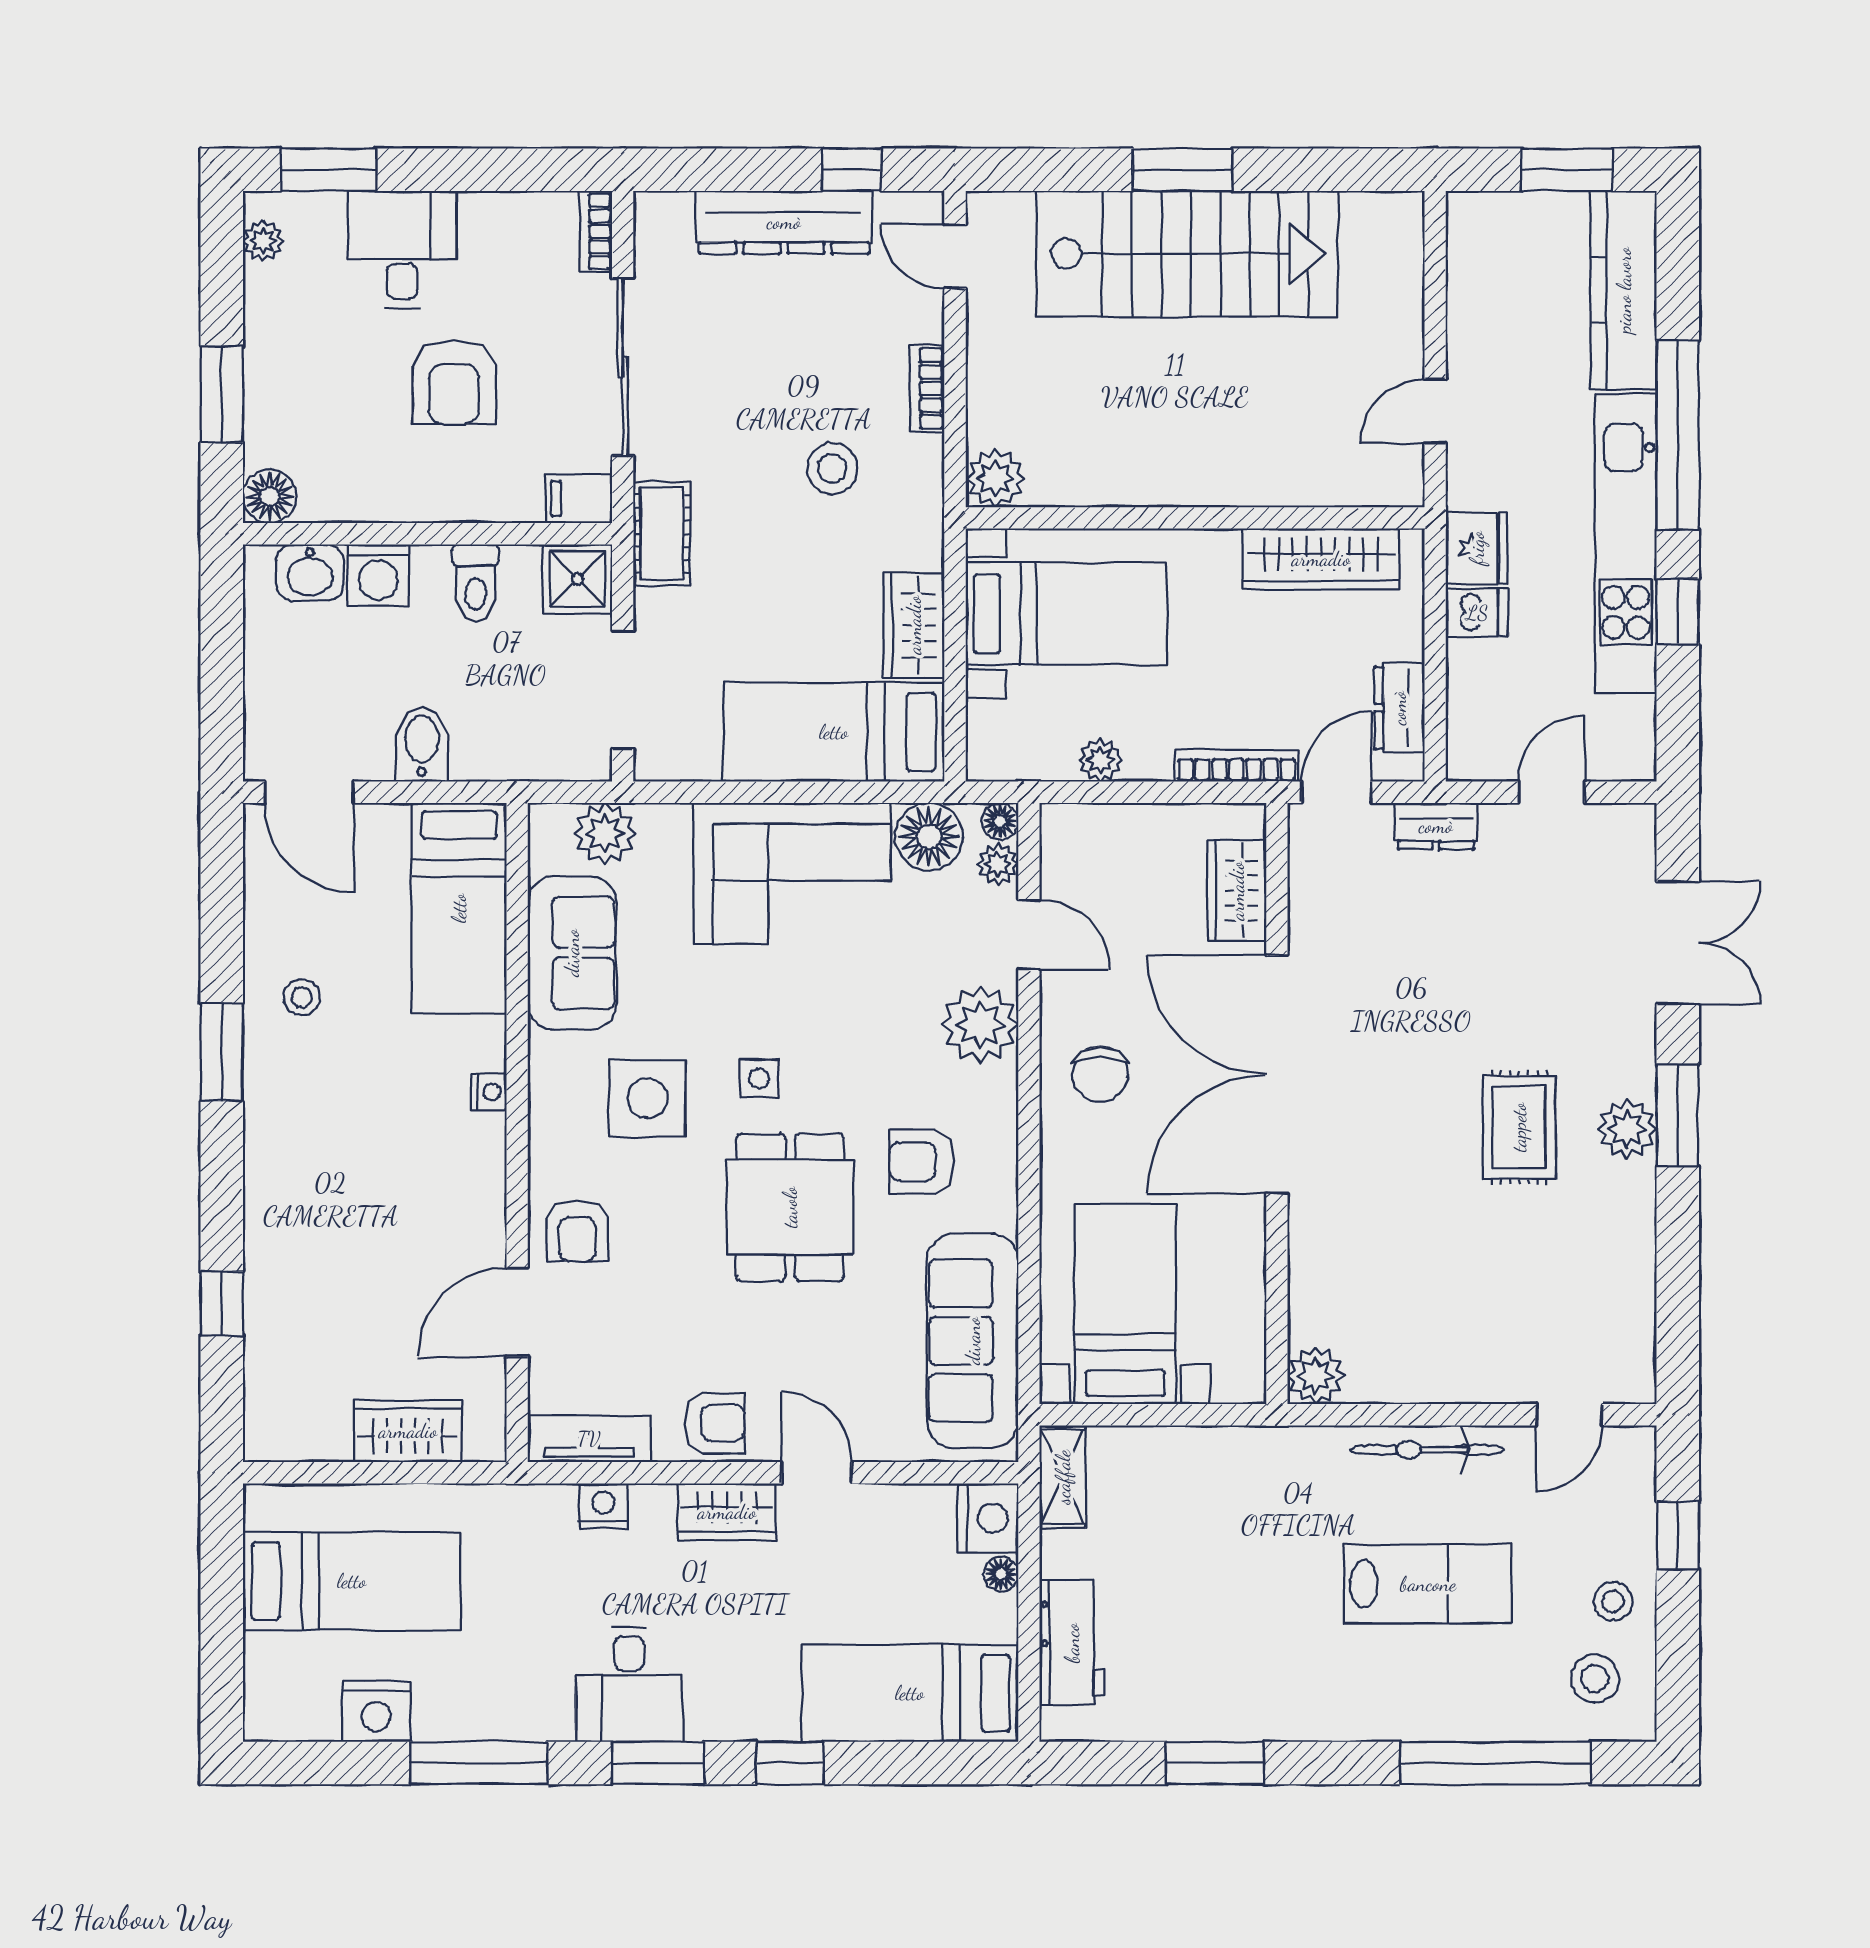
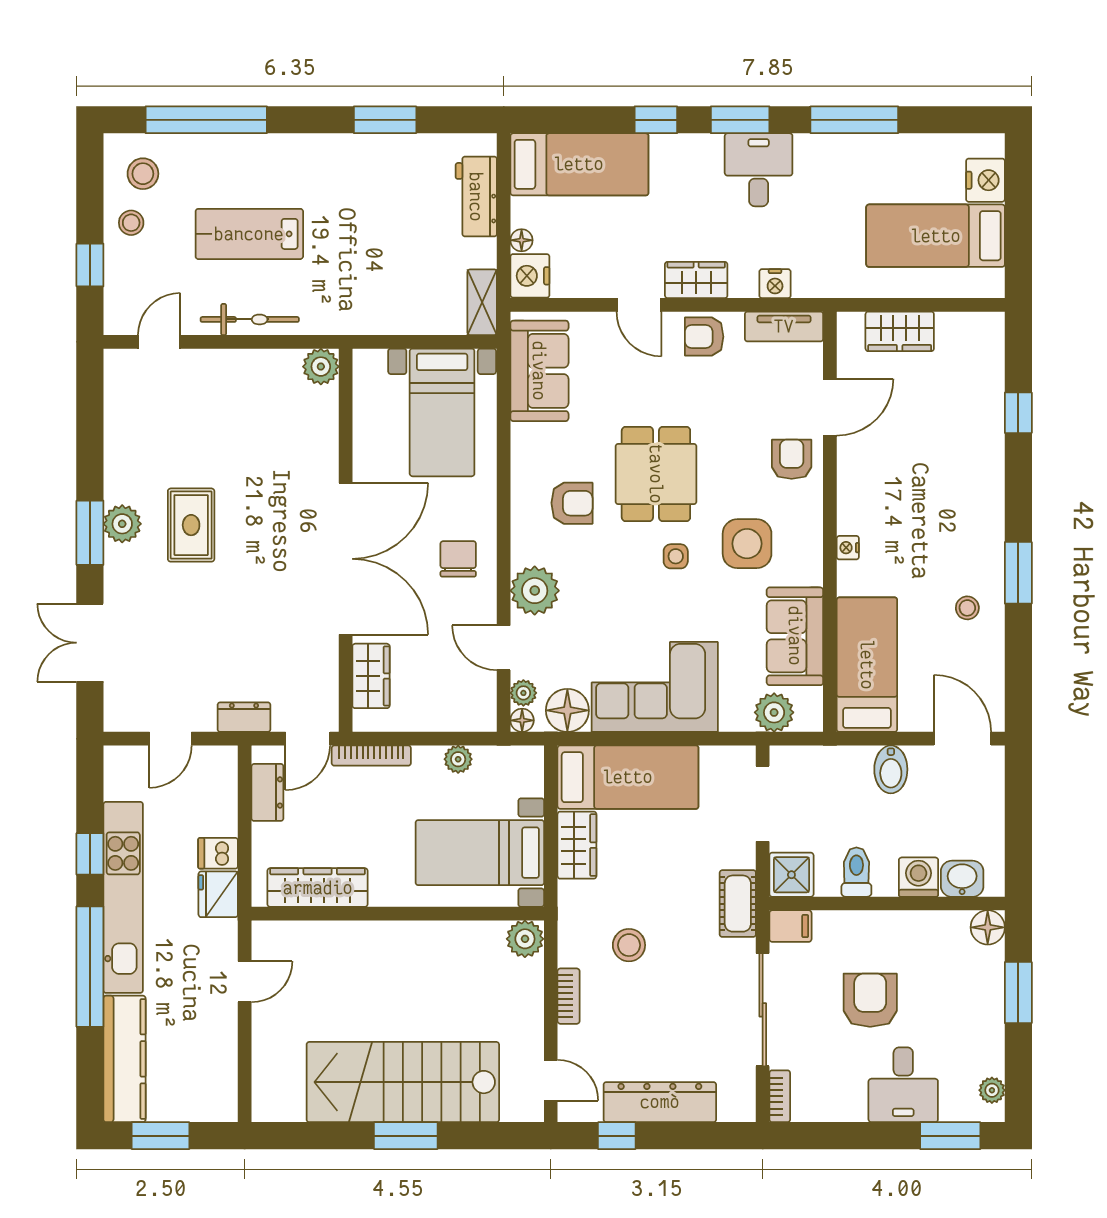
sofa: (973, 1341) -> (539, 371), width x0.73
nightstand: (376, 1711) -> (985, 180), moved, turned 90

